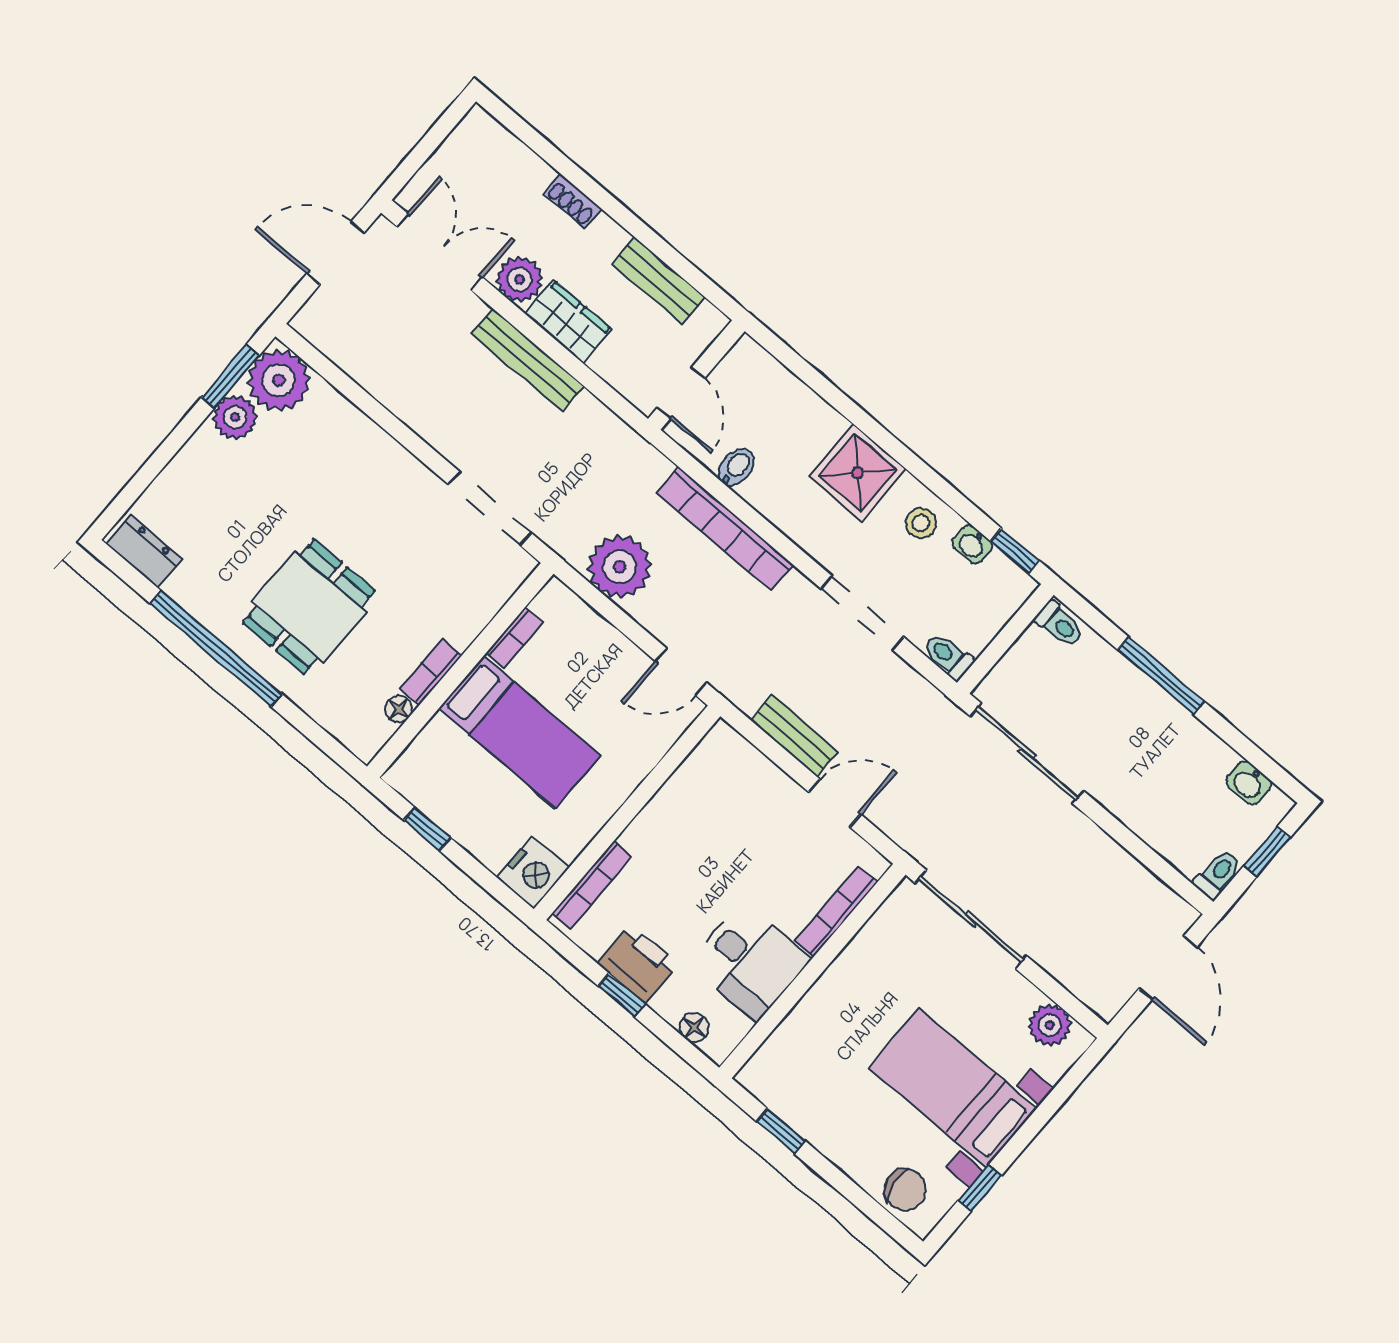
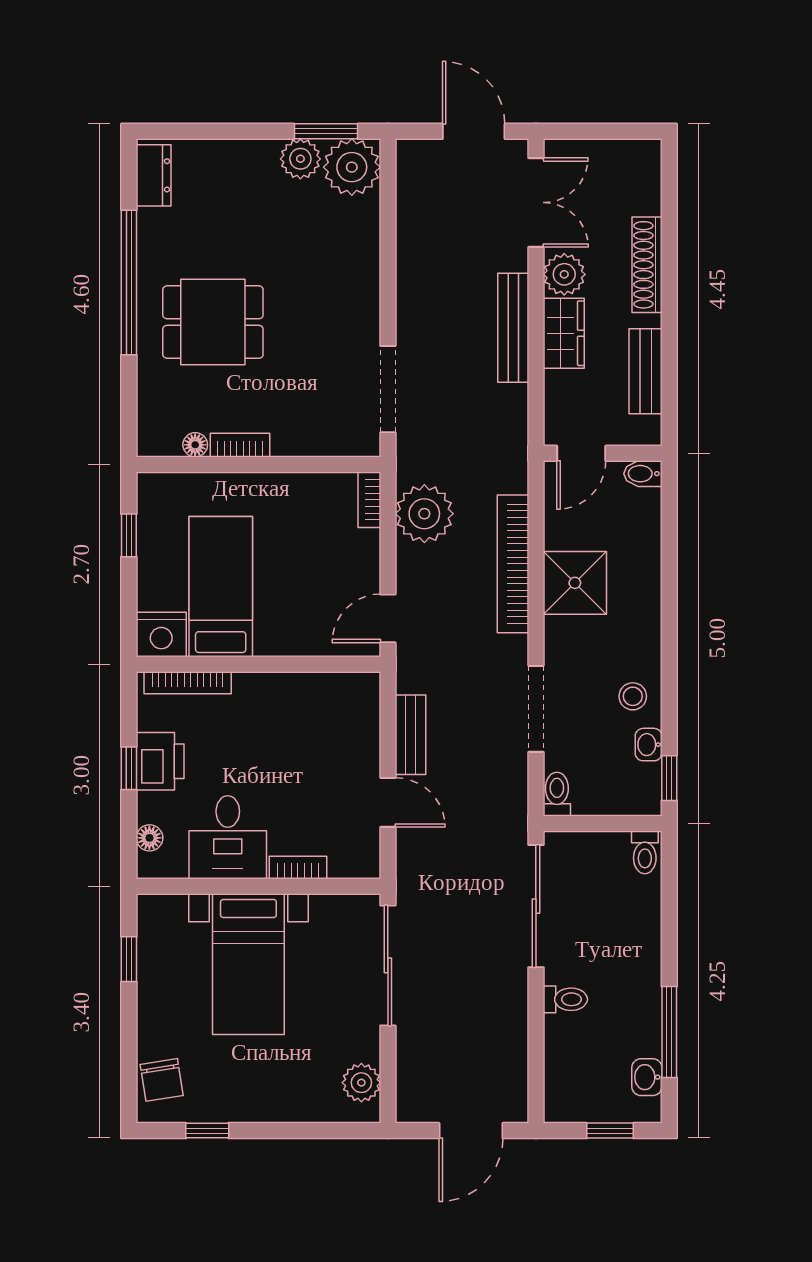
shoe rack: (573, 201) -> (647, 265), width x1.94, depth x1.24
bidet: (736, 467) -> (643, 474), moved, turned 180
shower: (858, 473) -> (575, 583), moved
bookcase: (515, 638) -> (369, 500), moved, turned 90
door: (681, 672) -> (388, 618), hinge flipped
window: (1161, 675) -> (669, 1032), moved
bed: (519, 732) -> (221, 587), moved, turned 180
toilet: (1218, 874) -> (565, 999), moved
bookcase: (836, 911) -> (298, 867), width x0.64
bed with nightstands: (953, 1088) -> (248, 964), moved, turned 180

